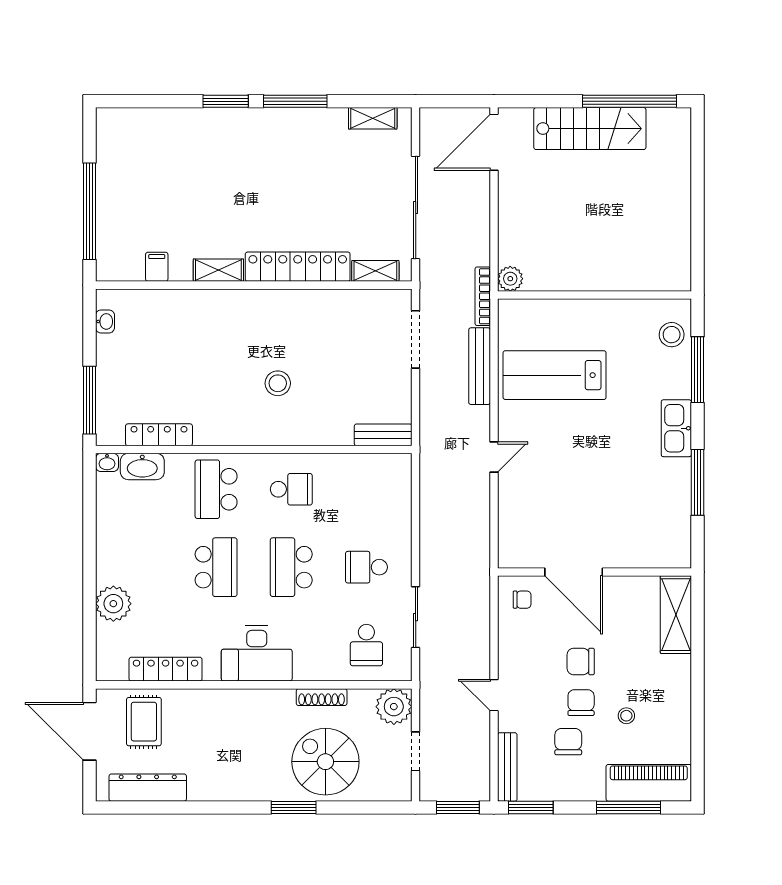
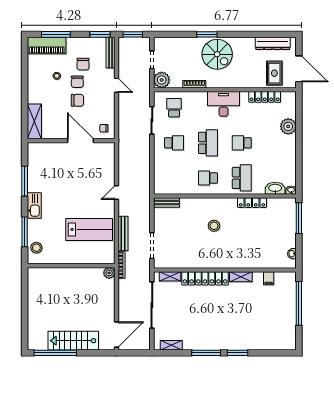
locker: (159, 435) -> (252, 203), moved
school desk: (216, 567) -> (242, 143), width x0.54
spiral stairs: (325, 762) -> (217, 54), moved

